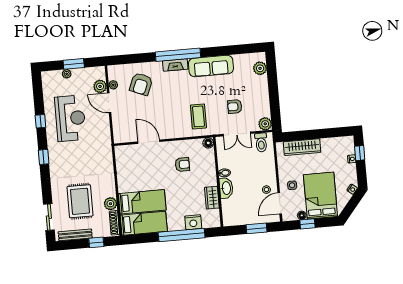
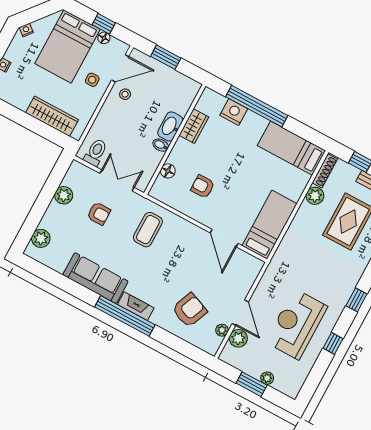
plant: (265, 124) -> (64, 195), moved
floor lamp: (208, 143) -> (168, 171), moved
bed: (142, 202) -> (270, 225), moved, turned 90

